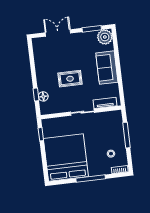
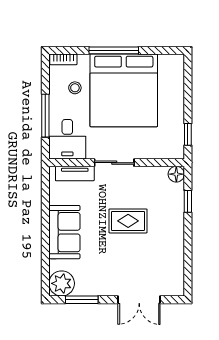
floor lamp: (43, 96) -> (176, 174), moved
desk: (112, 123) -> (67, 139), added
bed: (66, 158) -> (124, 90), moved

